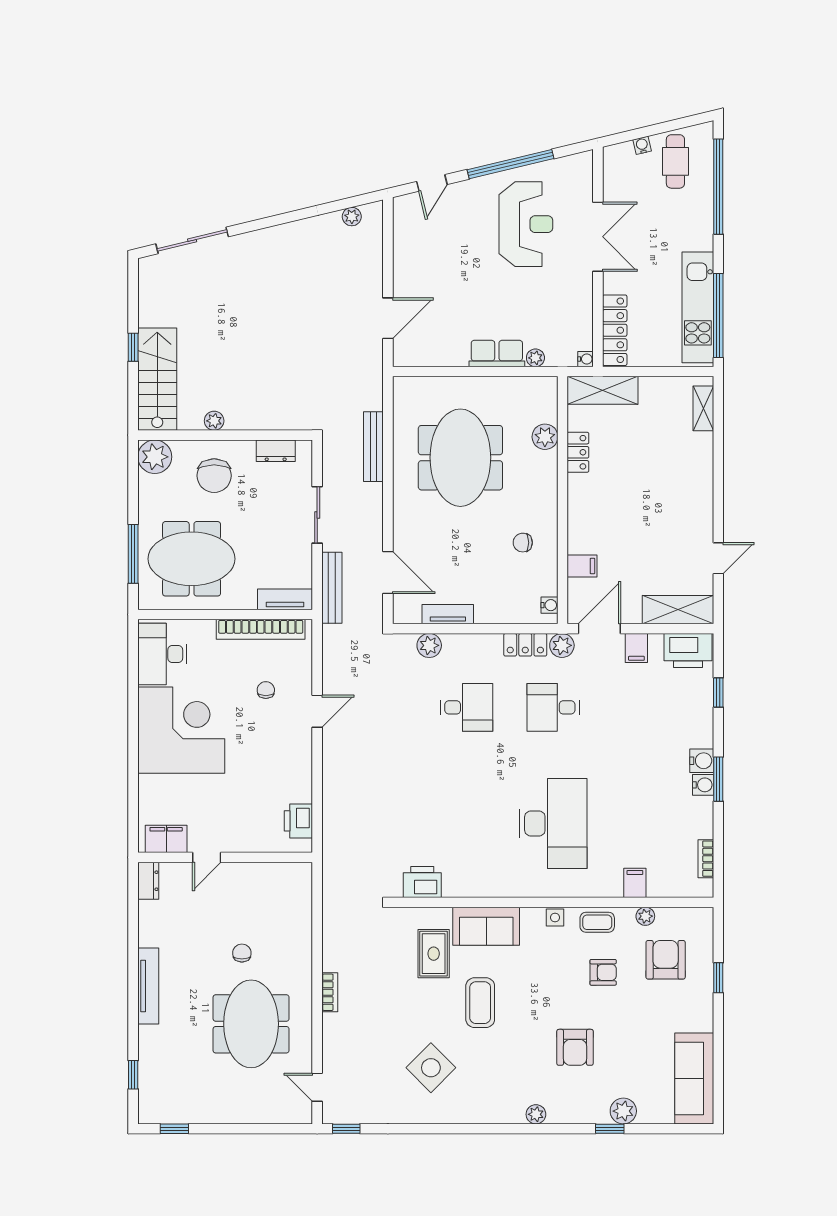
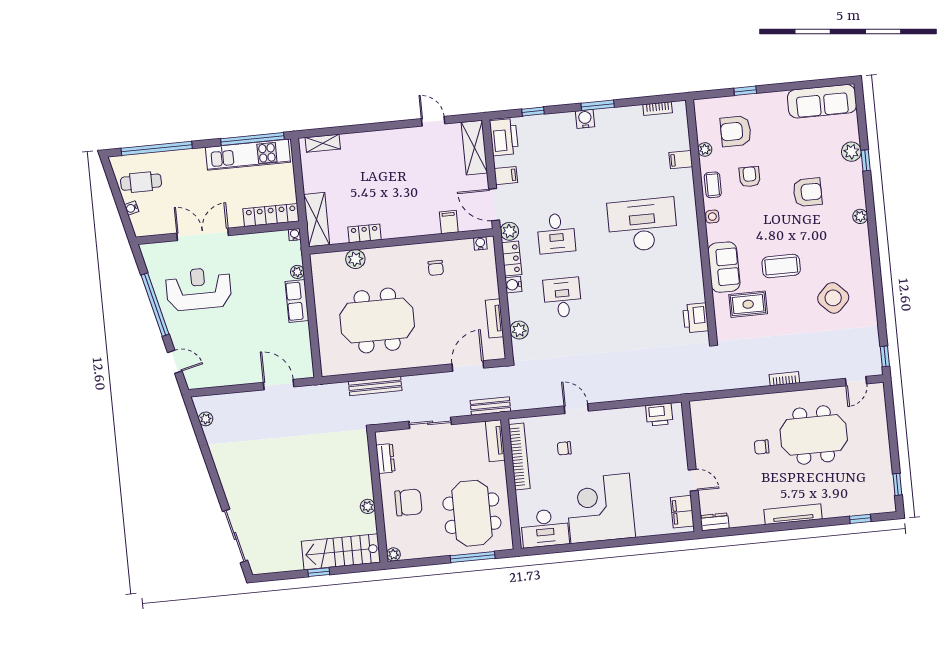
plant: (155, 457) -> (393, 554), width x0.53, depth x0.53
bench: (332, 588) -> (490, 406), width x0.73
water cooler: (703, 785) -> (513, 285), moved, turned -90

